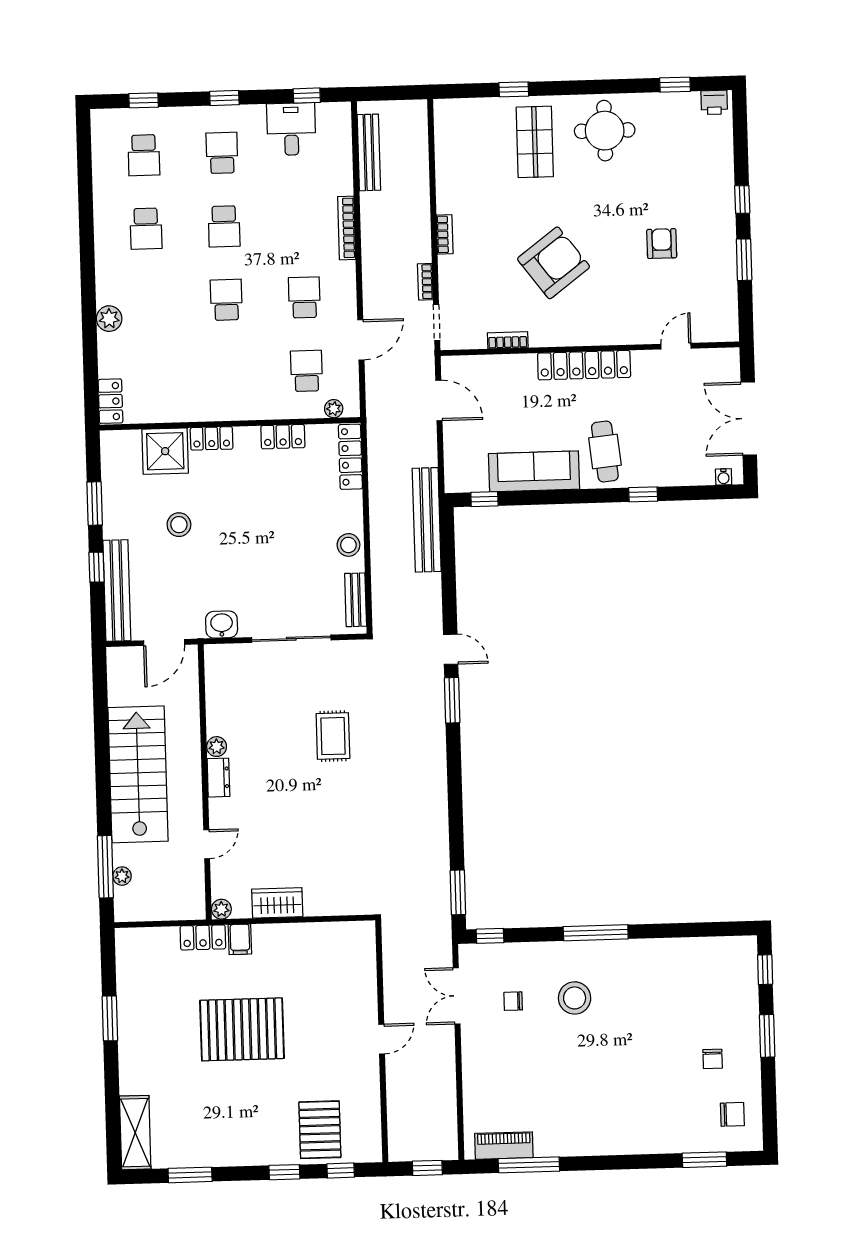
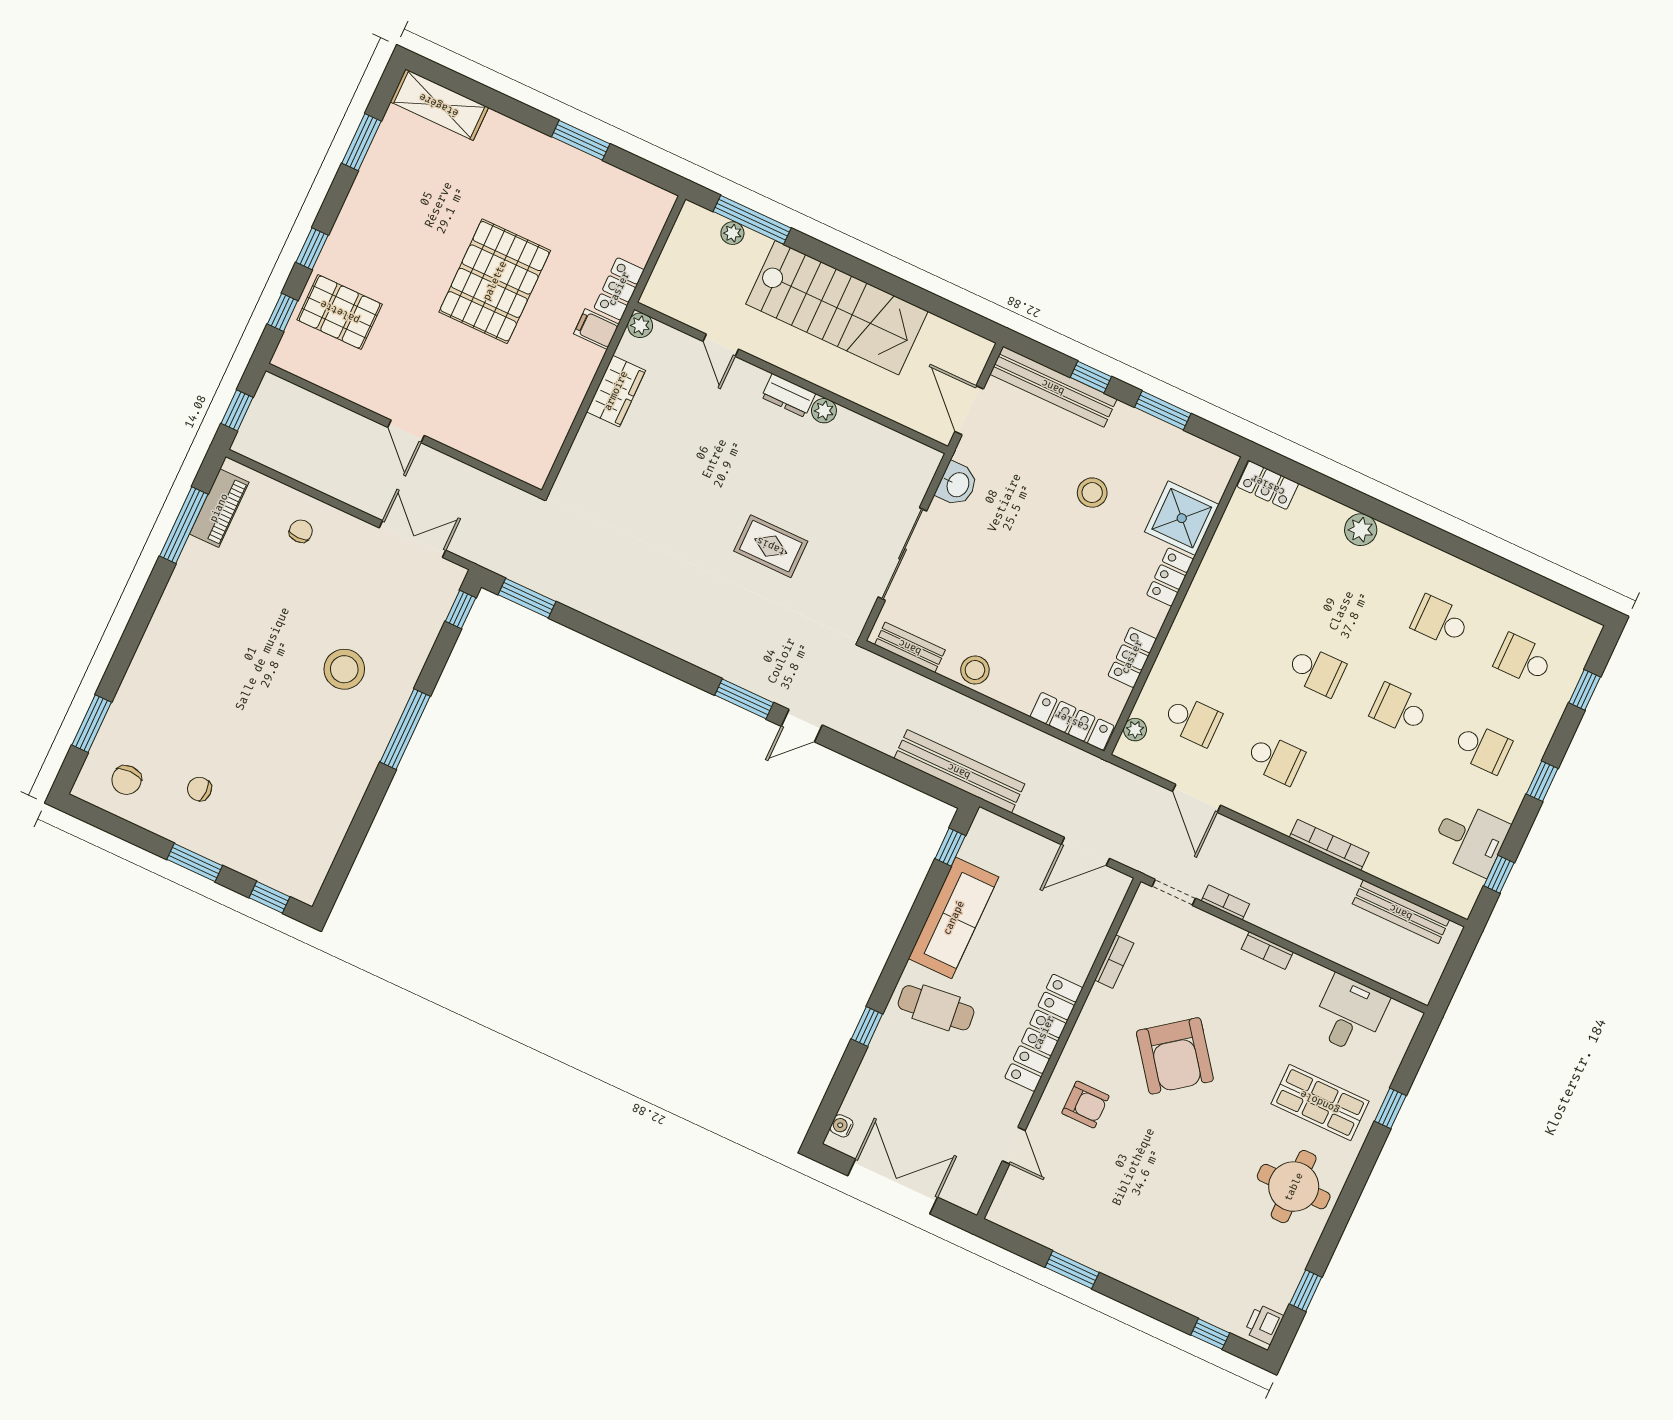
desk: (461, 152) -> (1349, 1014), added
window: (742, 200) -> (1210, 1334), moved
armchair: (662, 244) -> (1085, 1105), moved
chair: (513, 1001) -> (301, 531), moved

